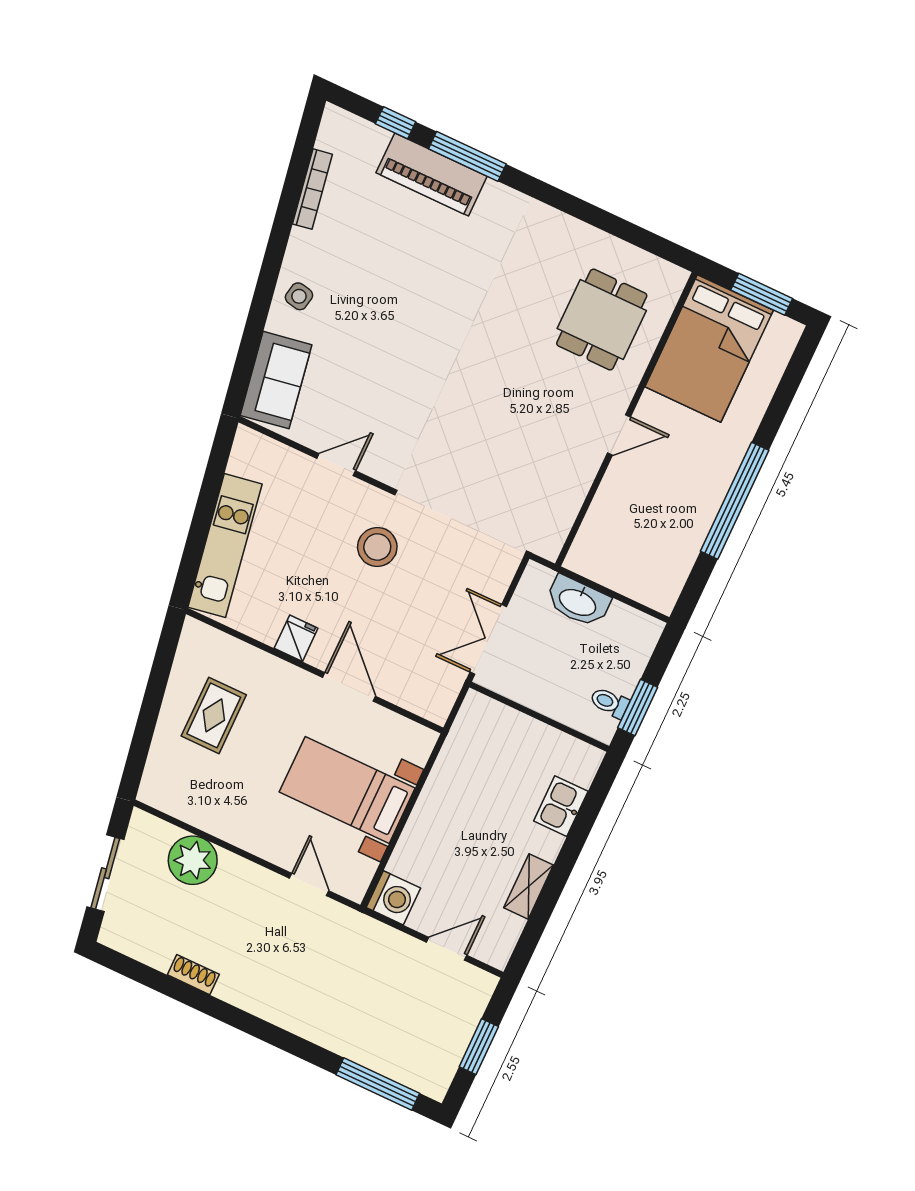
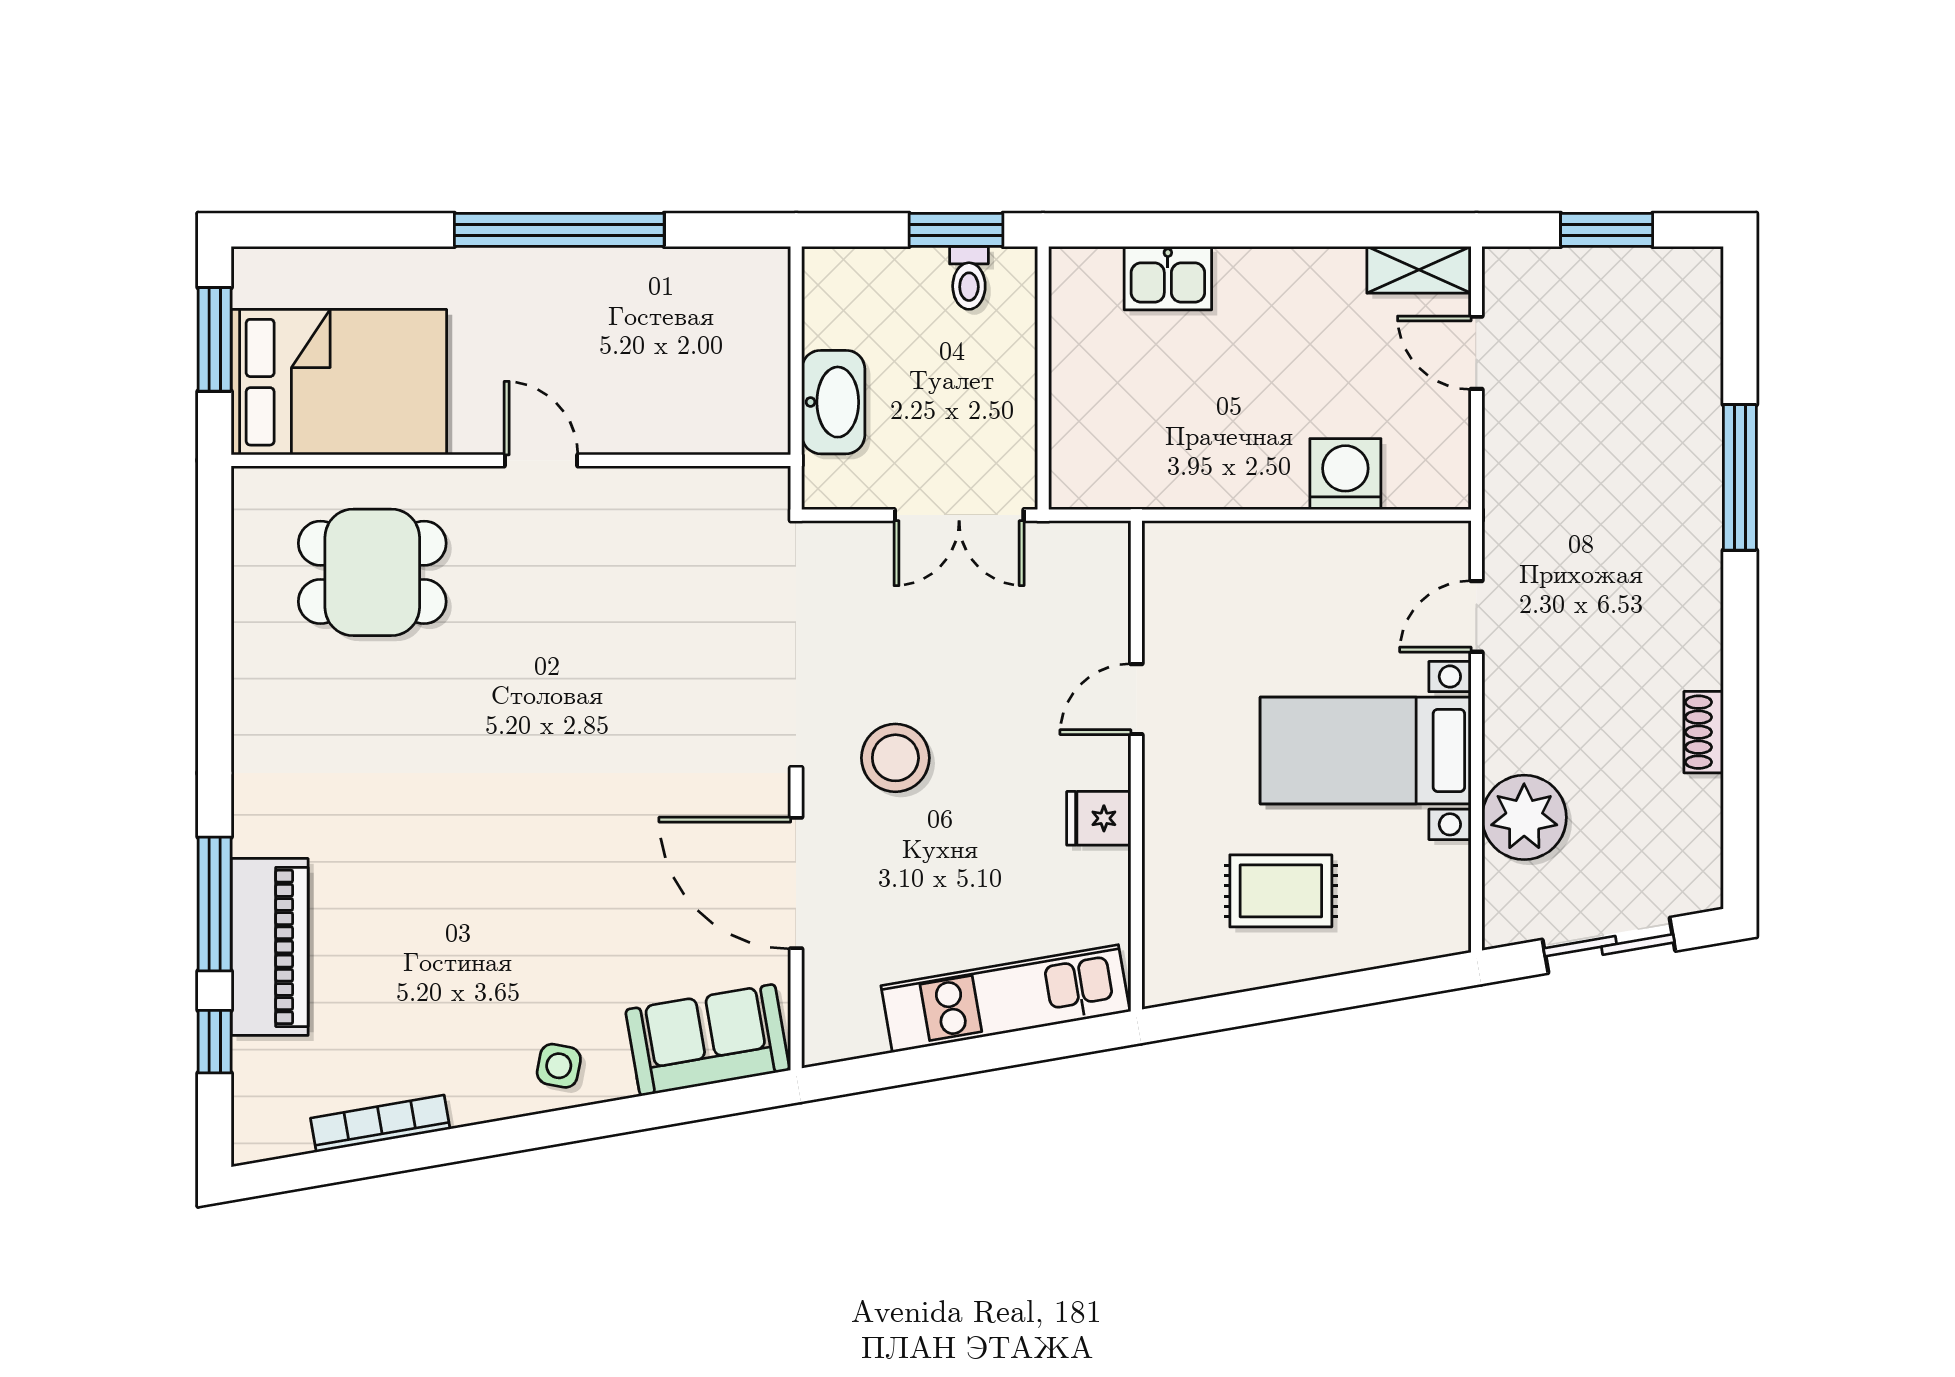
door: (336, 465) -> (796, 883), width x1.88
door: (349, 687) -> (1136, 699), width x0.73
bed with nightstands: (347, 790) -> (1366, 750), moved, turned 90
shelving: (529, 886) -> (1419, 270), moved
washing machine: (393, 898) -> (1345, 474), moved
window: (378, 1084) -> (1740, 477), moved

